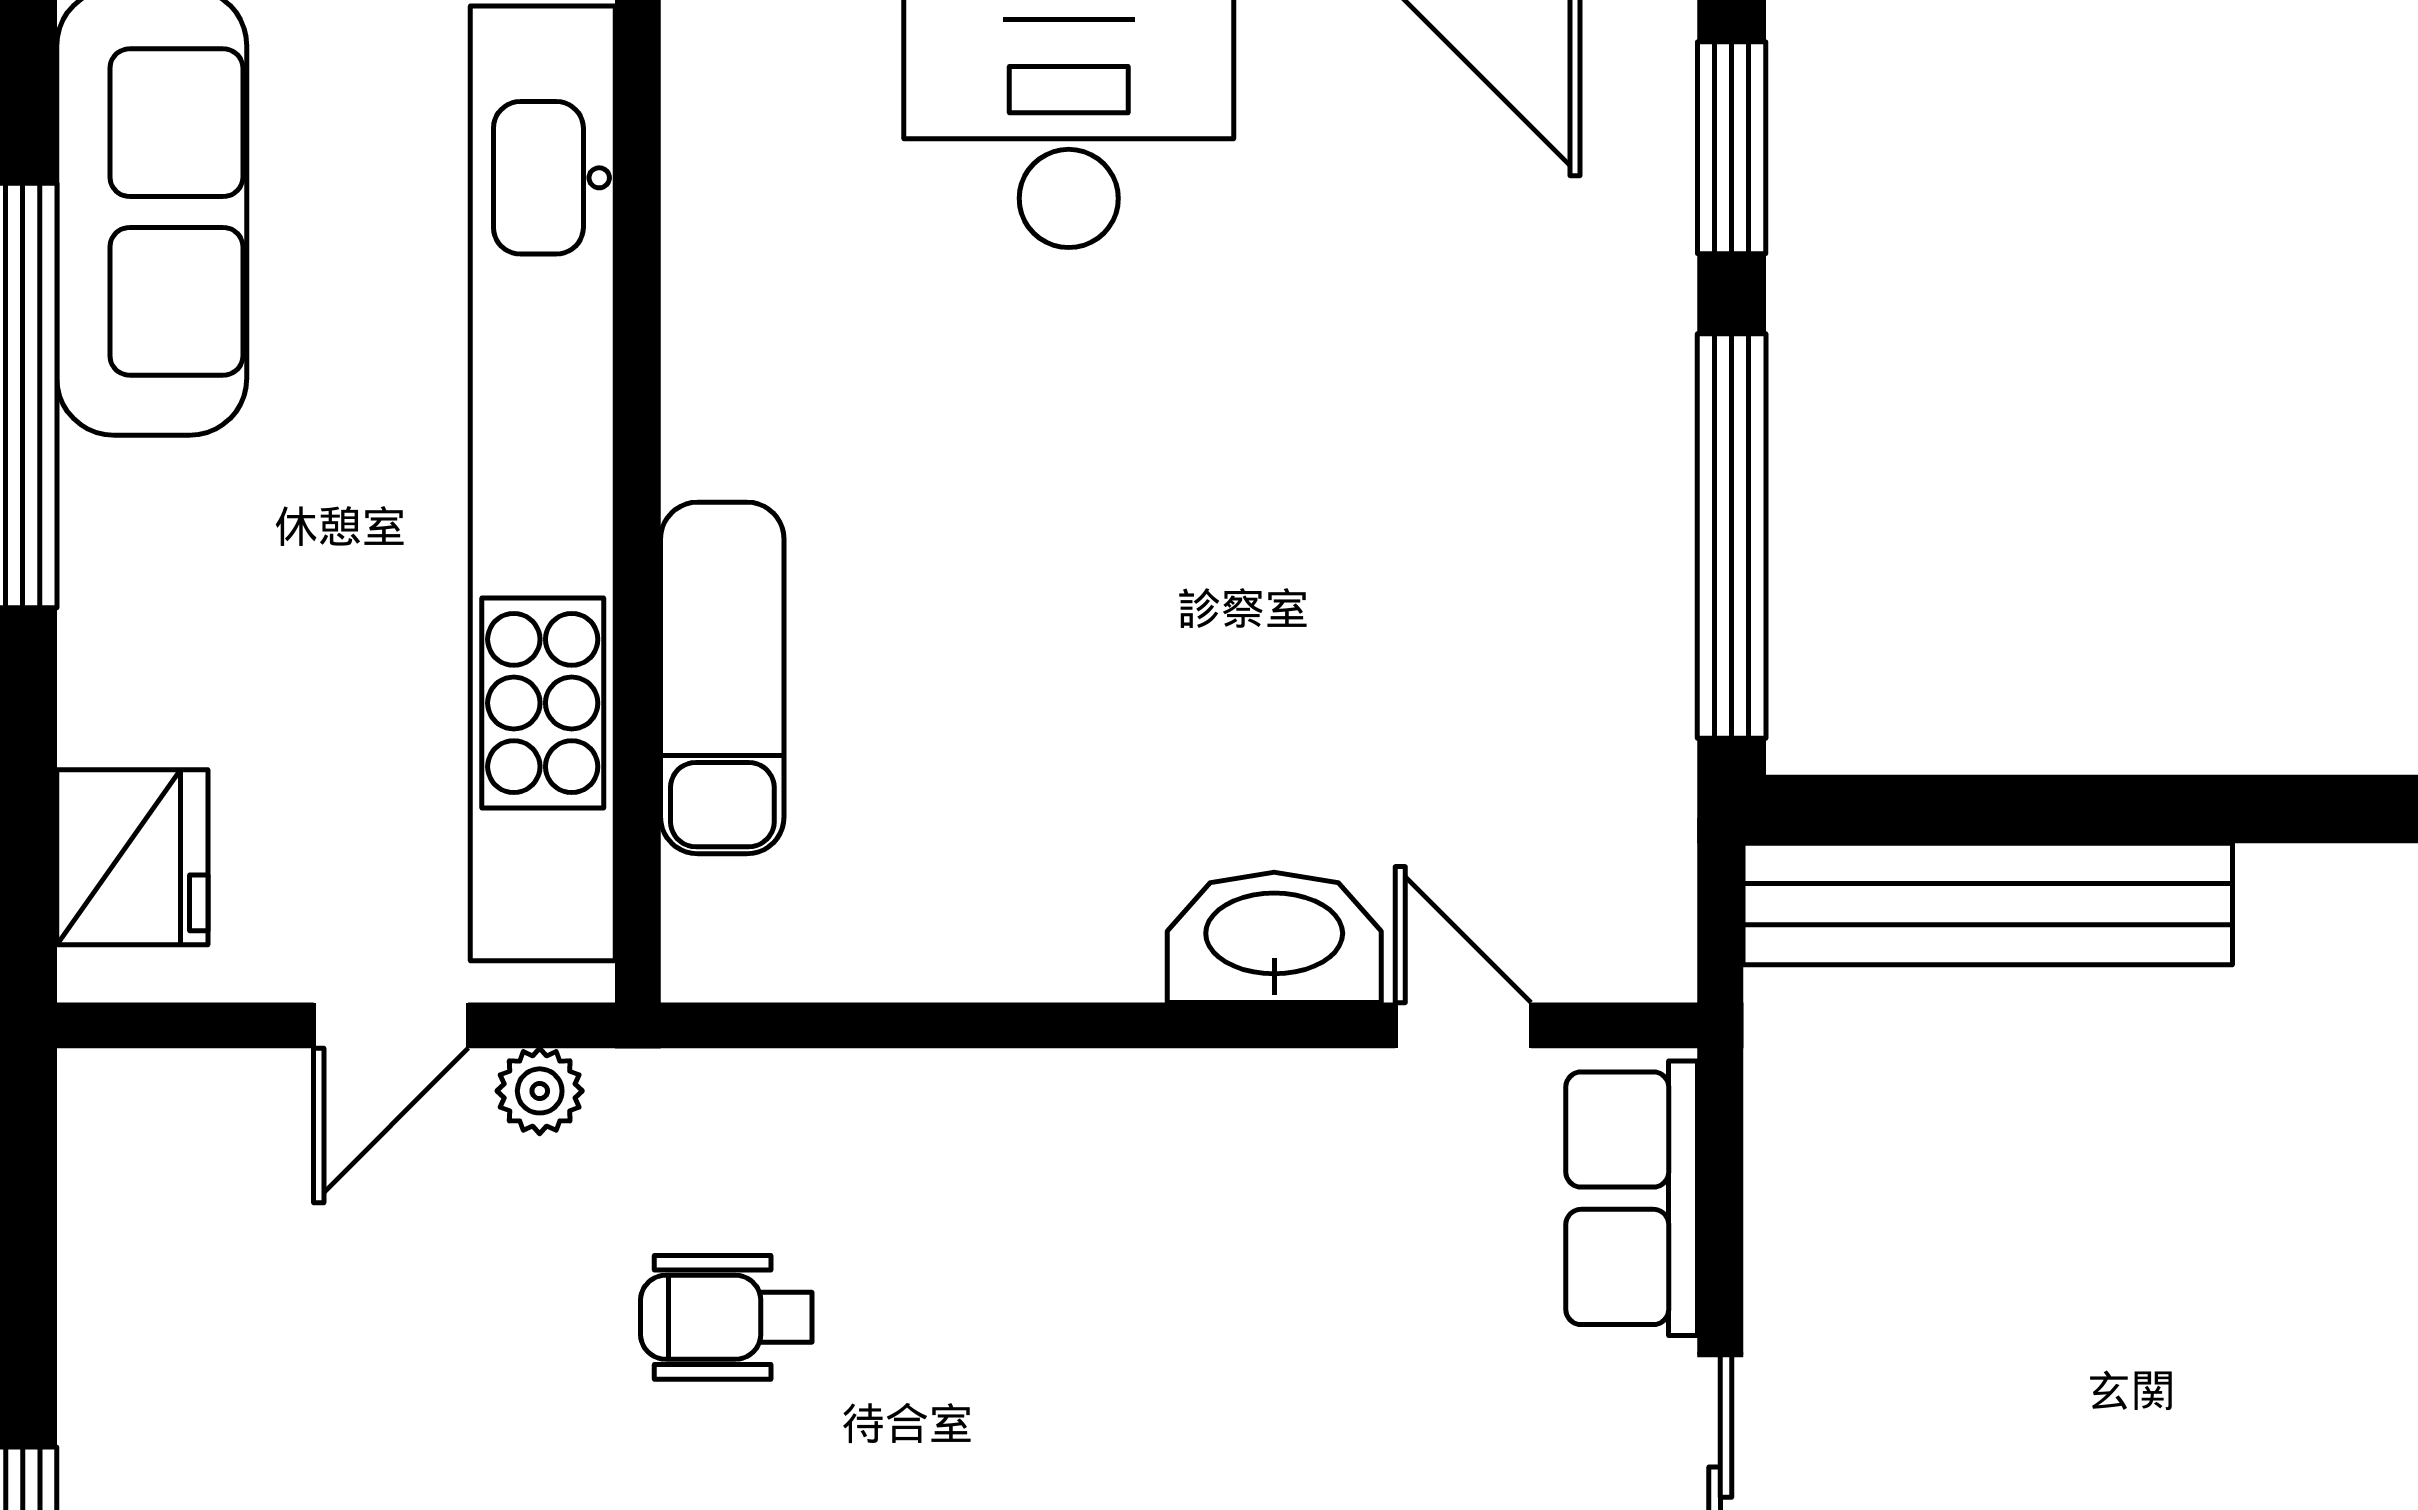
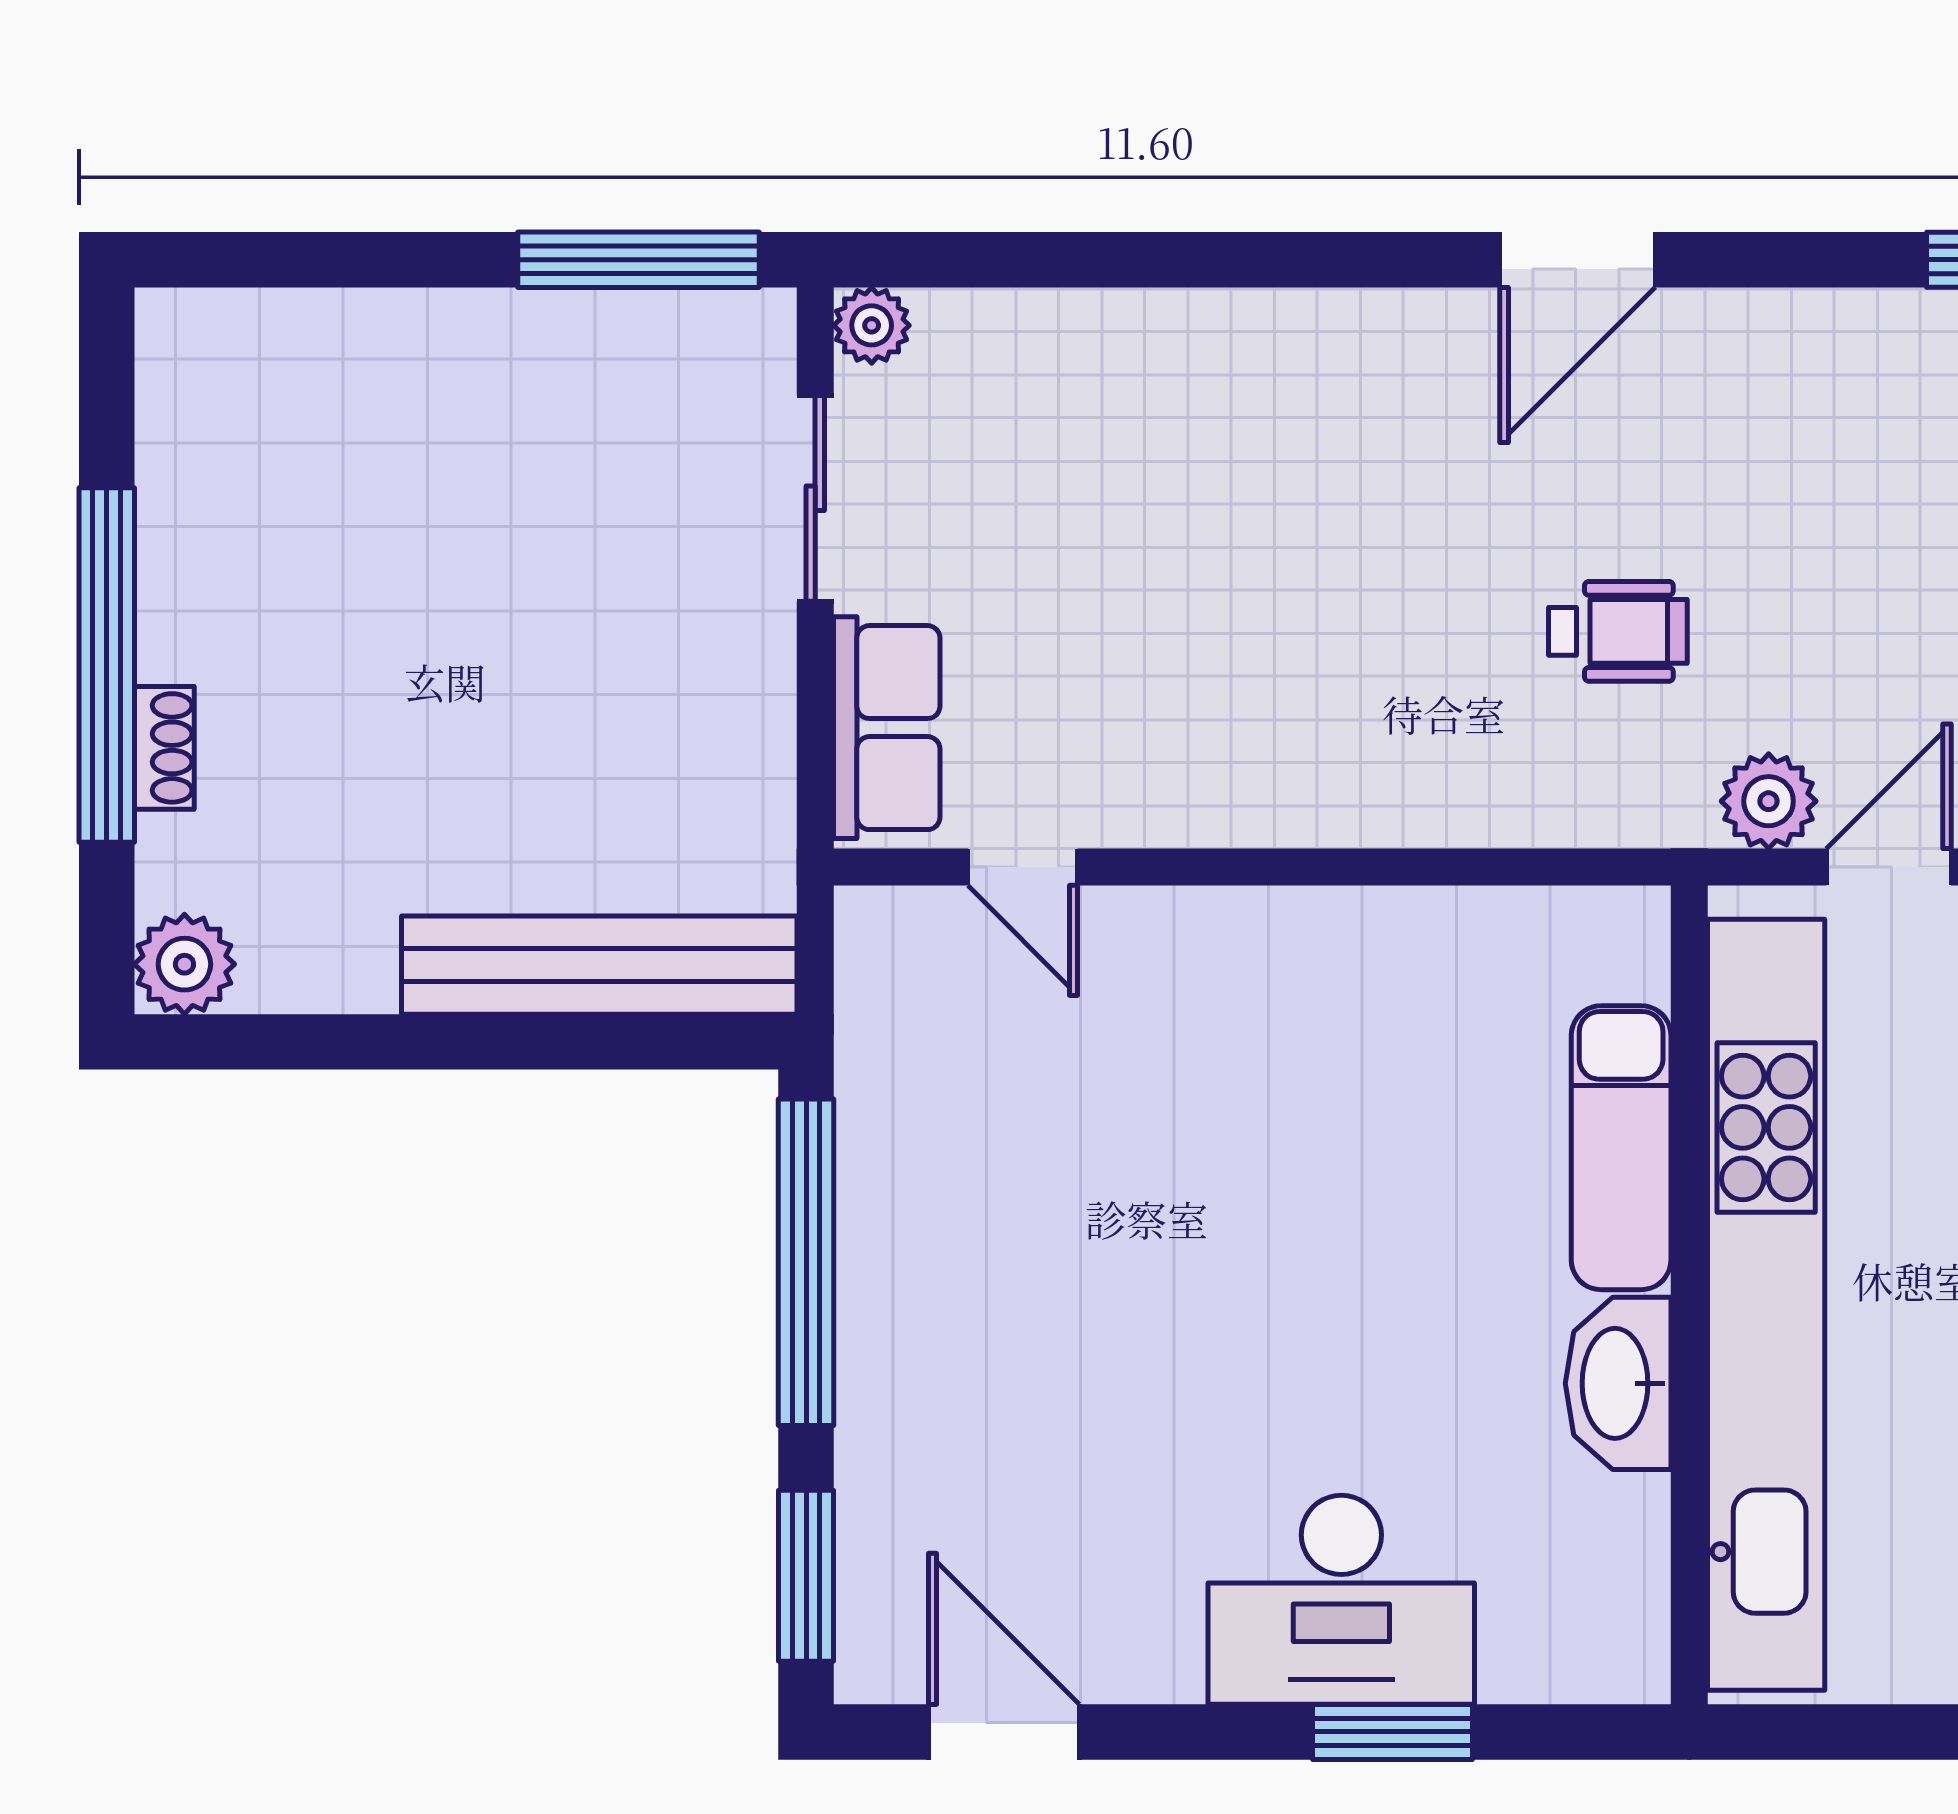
washbasin: (1274, 937) -> (1618, 1383), moved, turned 90
plant: (540, 1091) -> (1769, 801), width x1.38, depth x1.38

